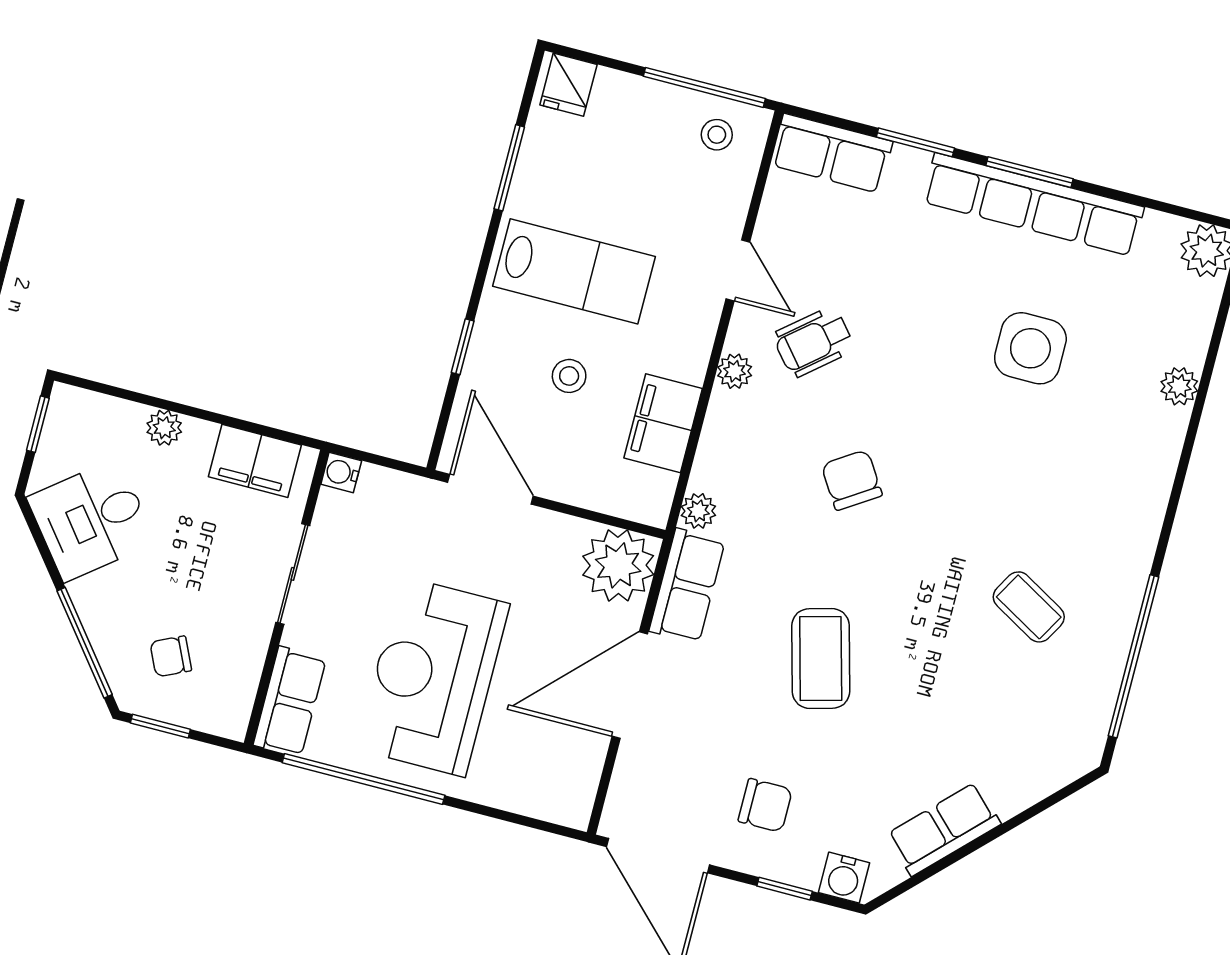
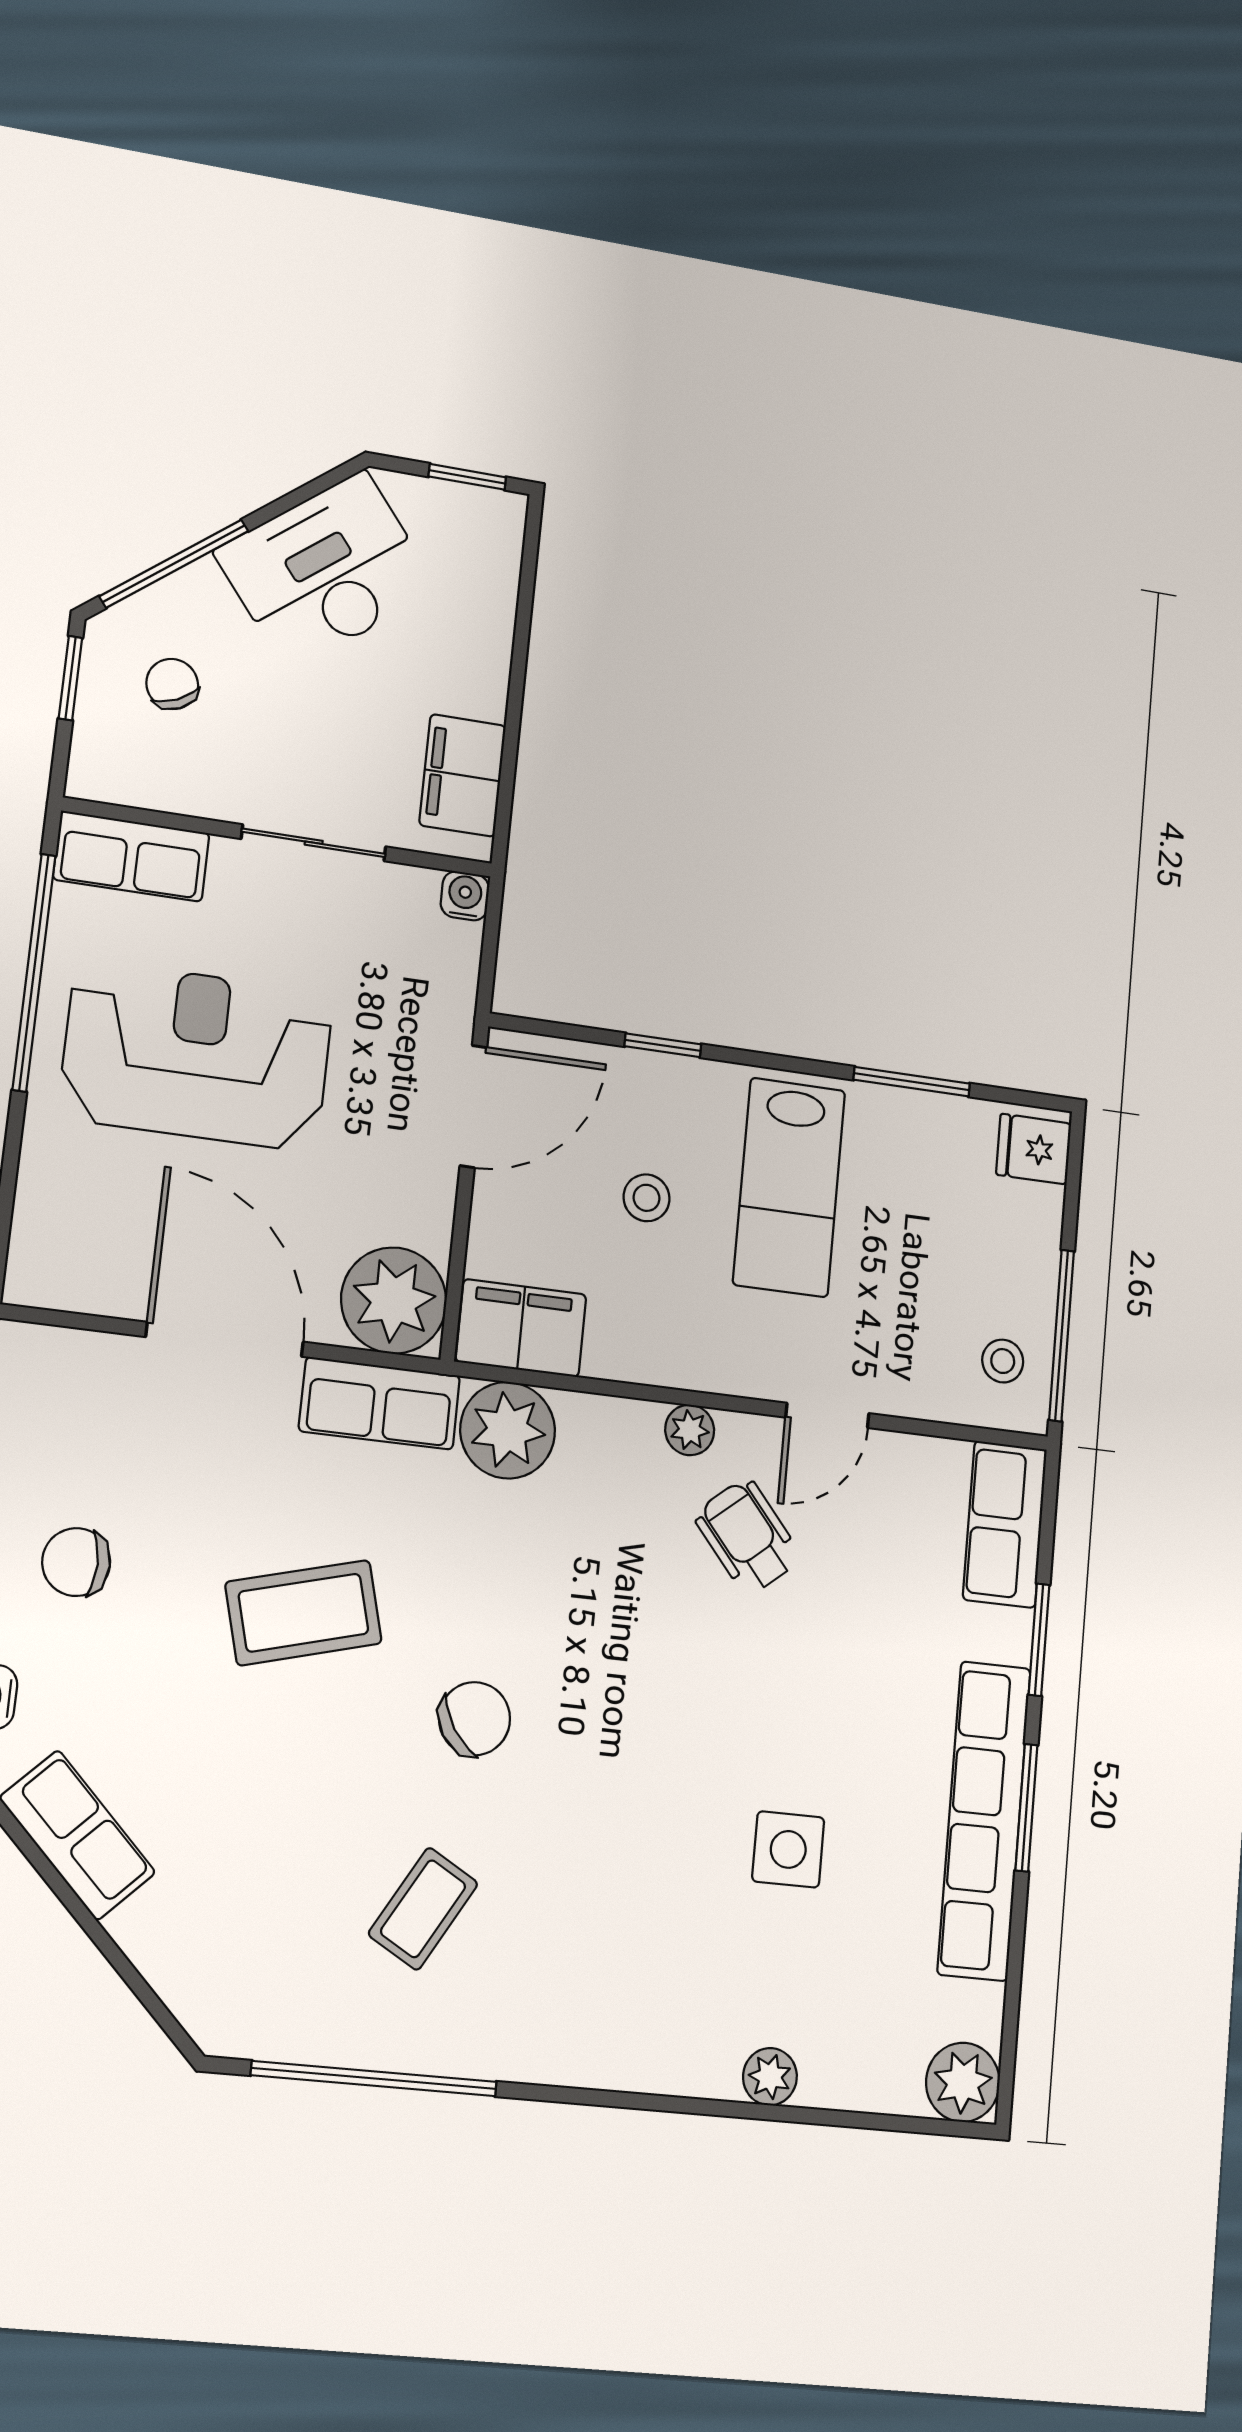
side table: (1030, 348) -> (788, 1849), width x0.73, depth x0.73
filing cabinet: (663, 423) -> (521, 1328), moved
plant: (164, 428) -> (489, 648), removed
chair: (852, 480) -> (475, 1719), moved
plant: (698, 511) -> (508, 1430), width x1.87, depth x1.87
desk: (91, 520) -> (327, 570), width x1.37
chair: (765, 805) -> (76, 1562), turned 90

